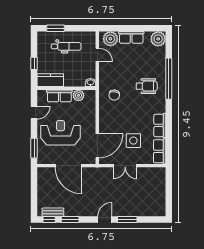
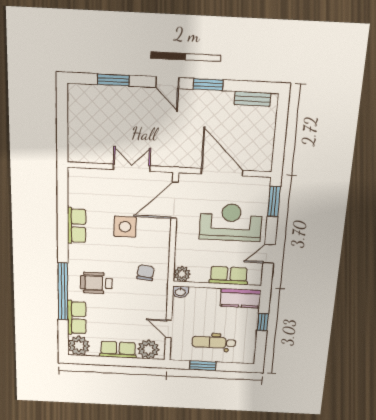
window: (55, 28) -> (203, 366), moved
plant: (78, 95) -> (182, 274), moved
reception desk: (61, 133) -> (231, 222), turned 180
side table: (133, 141) -> (125, 227), moved
row of seats: (160, 151) -> (77, 318), moved
window: (49, 219) -> (260, 87), removed
window: (70, 219) -> (208, 85), moved
door: (105, 219) -> (167, 83), hinge flipped
window: (127, 219) -> (113, 80), moved

